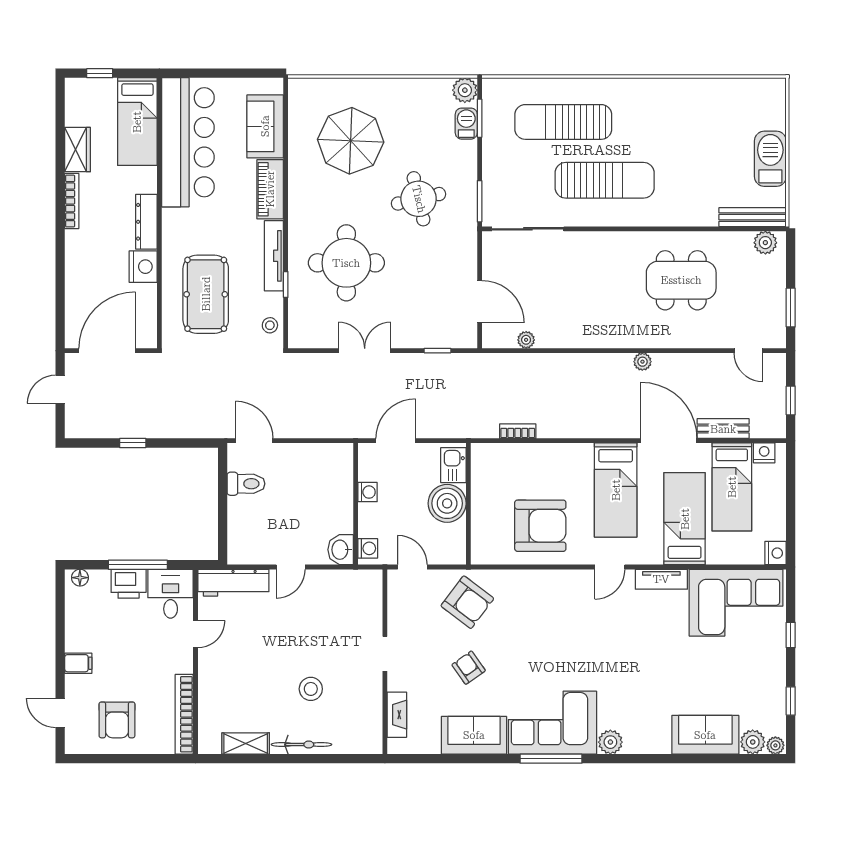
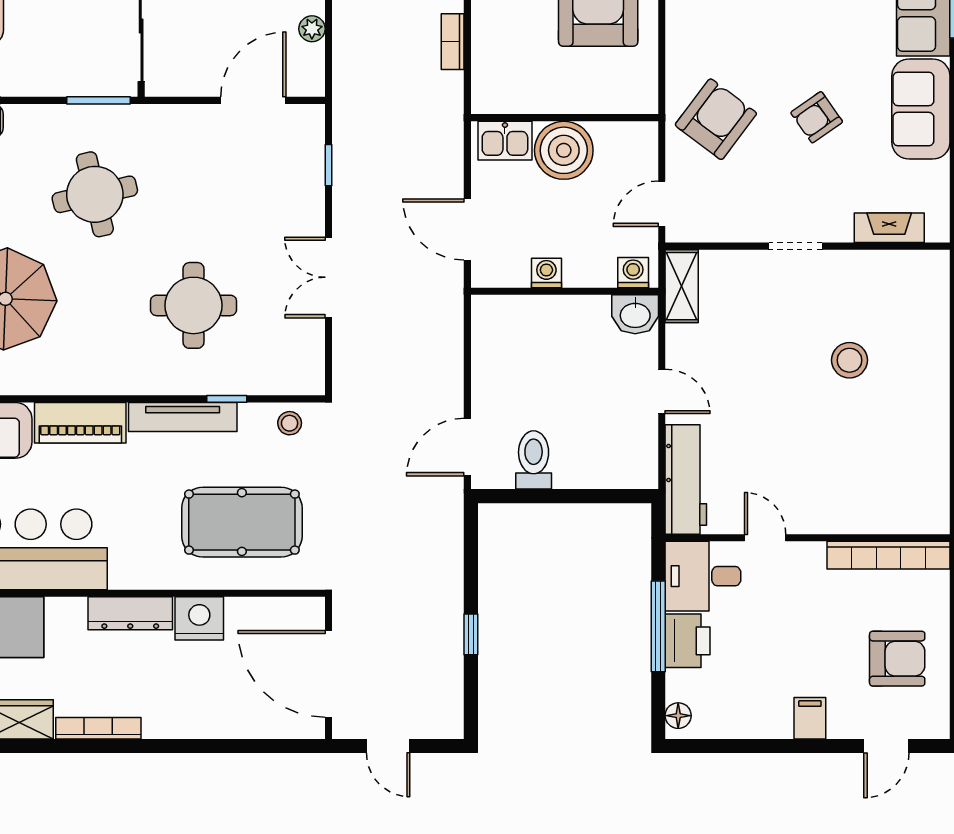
round table: (346, 263) -> (193, 305), width x0.73, depth x0.73
shelving: (246, 743) -> (682, 286), moved
bicycle: (301, 745) -> (935, 375), removed

